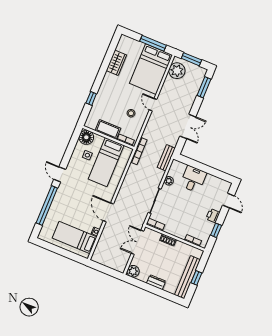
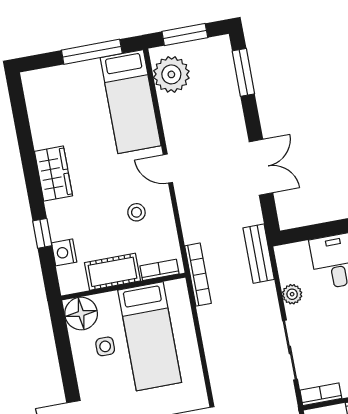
wardrobe: (116, 63) -> (54, 174), moved
bed: (151, 69) -> (131, 102), width x0.67
nightstand: (95, 111) -> (64, 252), added

